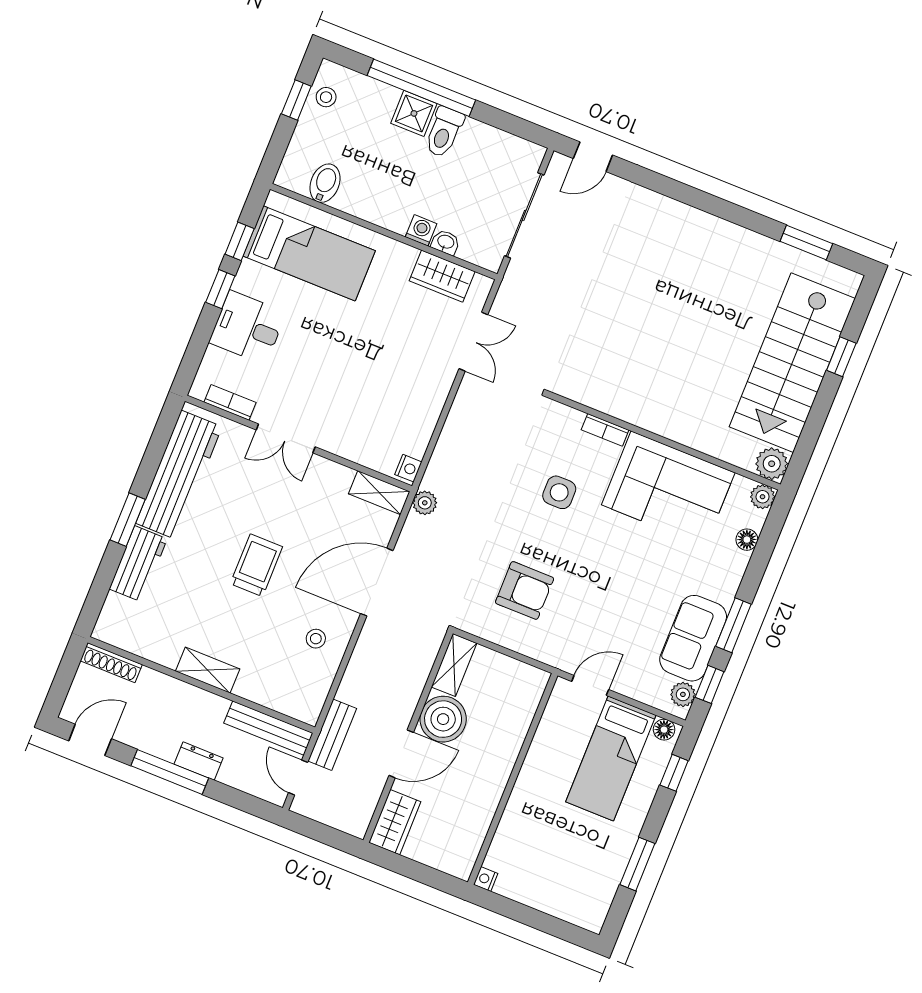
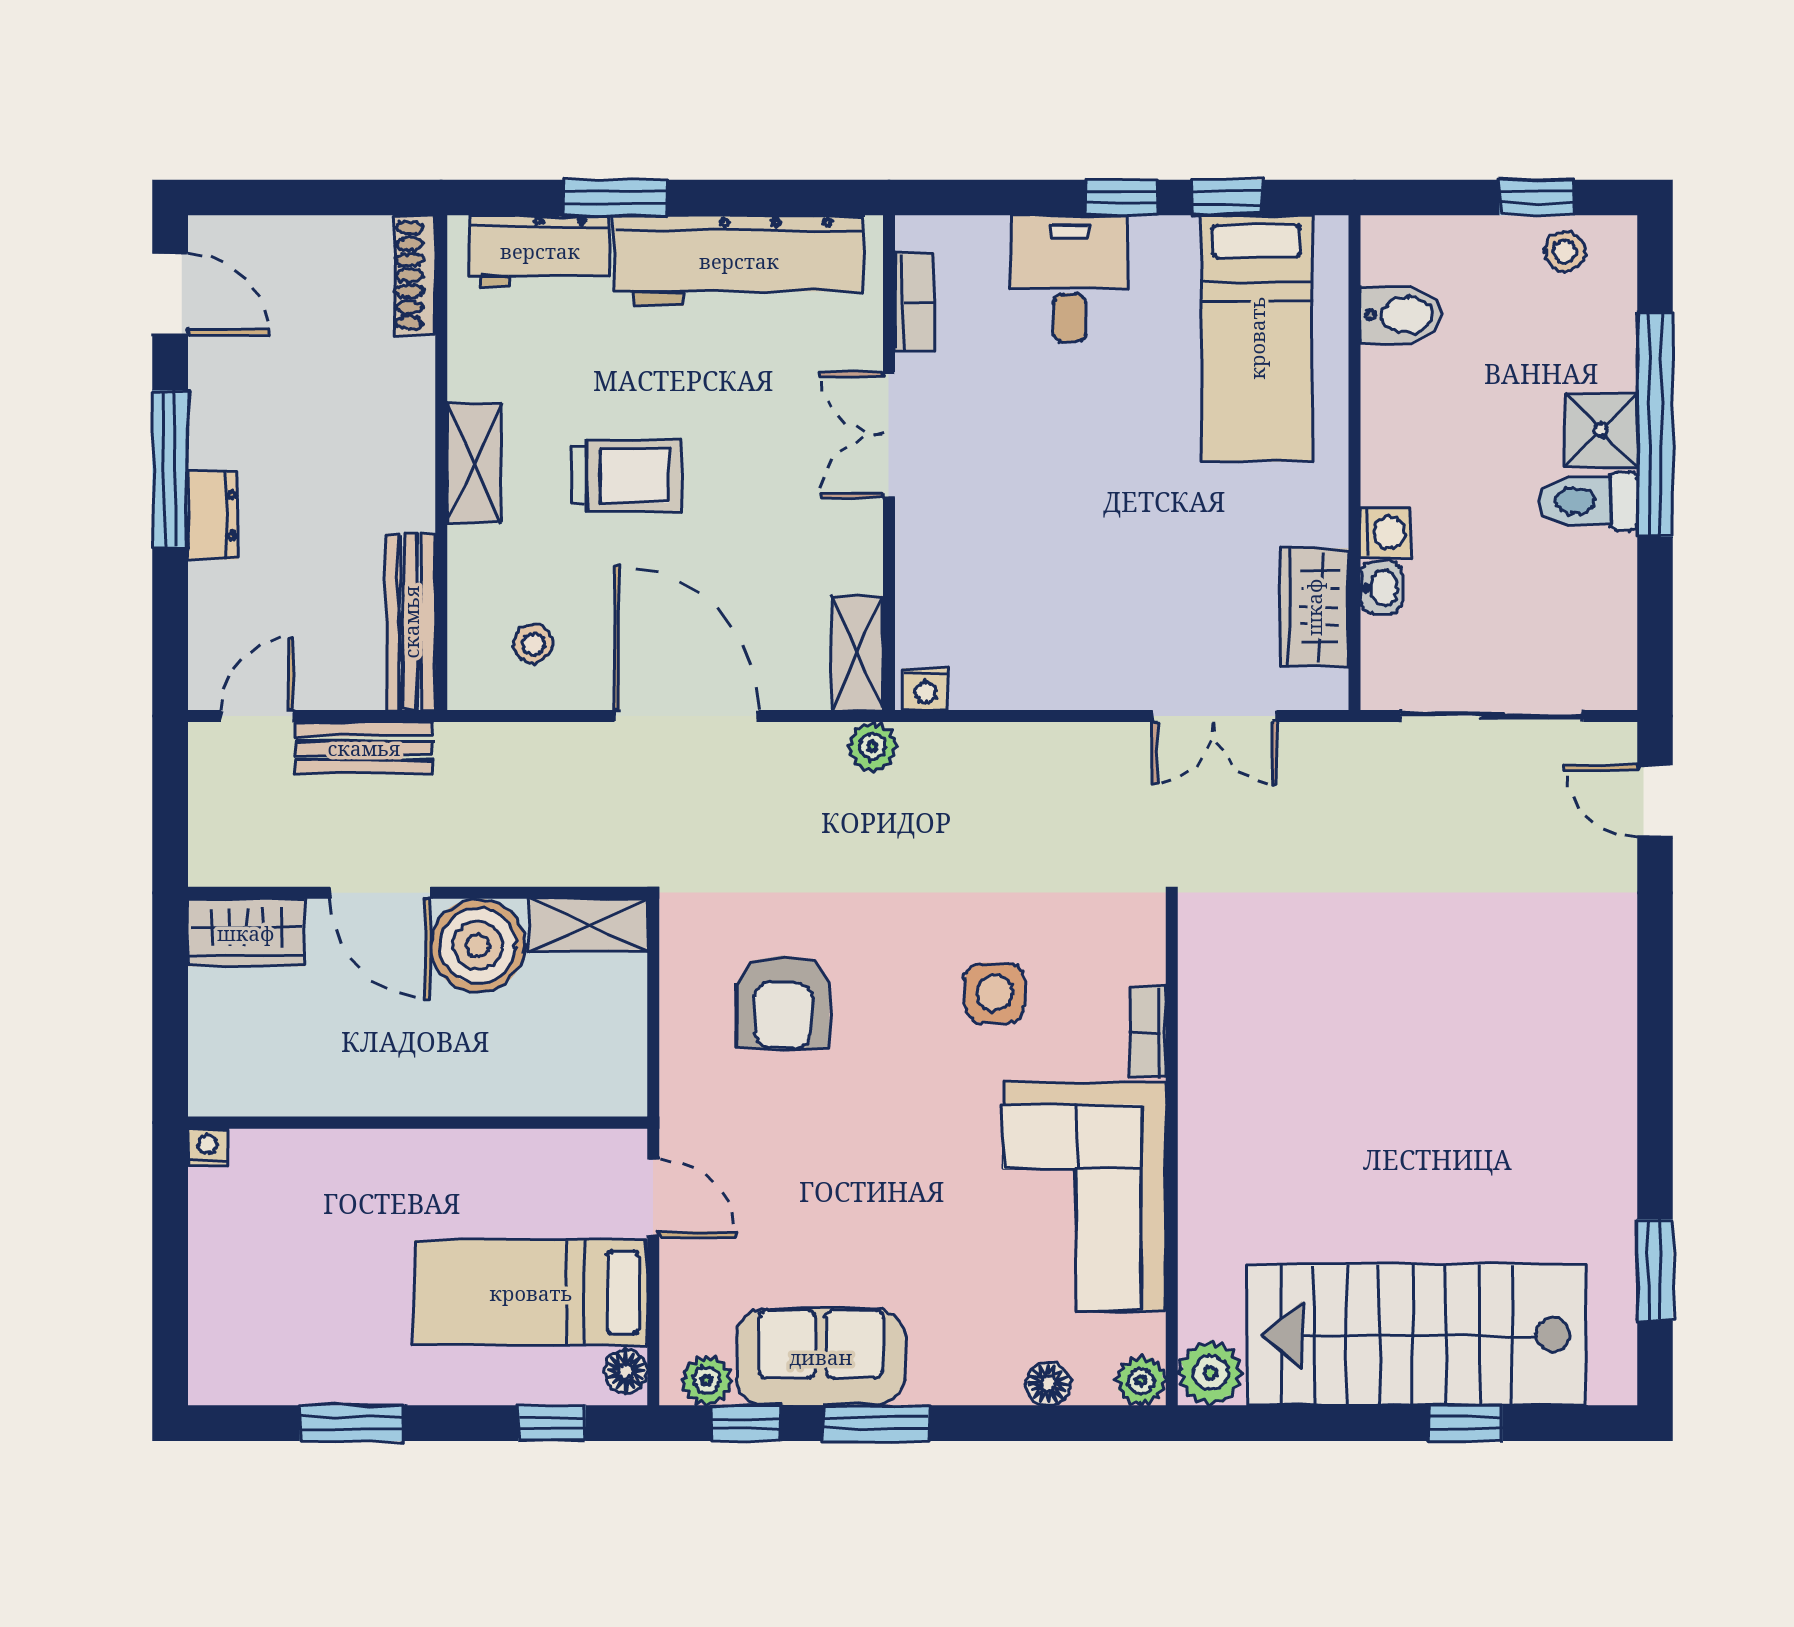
shoe rack: (111, 663) -> (415, 275), moved
shelving: (208, 670) -> (474, 463), moved
wall: (201, 685) -> (441, 463), moved
bench: (268, 728) -> (411, 622), moved

